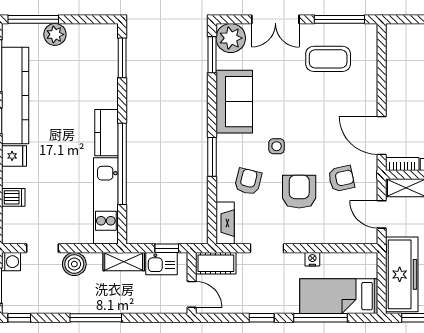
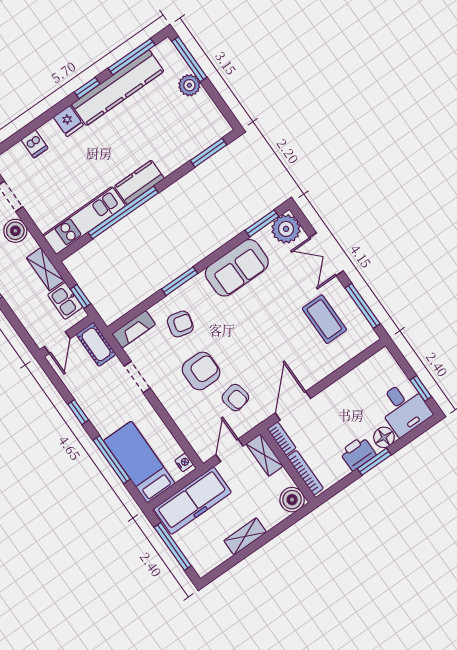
side table: (277, 146) -> (225, 327), removed
nightstand: (312, 259) -> (184, 462), moved

